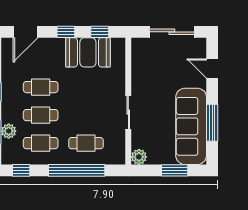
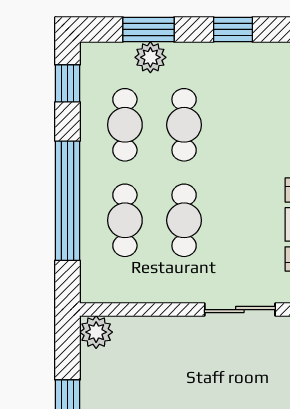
cafe table: (41, 87) -> (184, 220), moved
sliding door: (128, 112) -> (240, 310), moved

